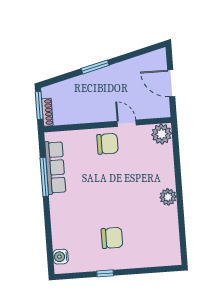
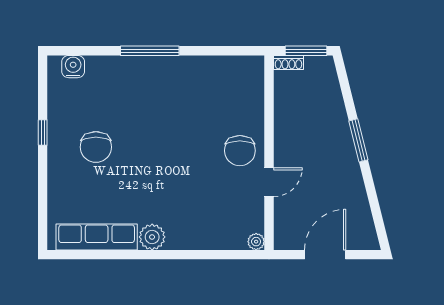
shoe rack: (47, 112) -> (288, 63), width x0.70
plant: (162, 134) -> (256, 242), width x0.53, depth x0.53
row of seats: (55, 167) -> (97, 237), moved, turned 180
window: (44, 177) -> (150, 51), moved

